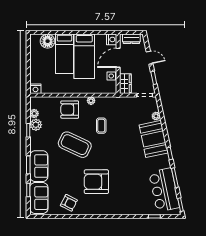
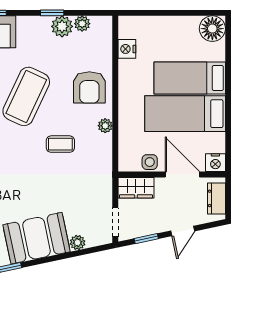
floor lamp: (48, 41) -> (212, 29), moved
nightstand: (35, 89) -> (127, 49), moved
armchair: (70, 110) -> (89, 87), turned 180

